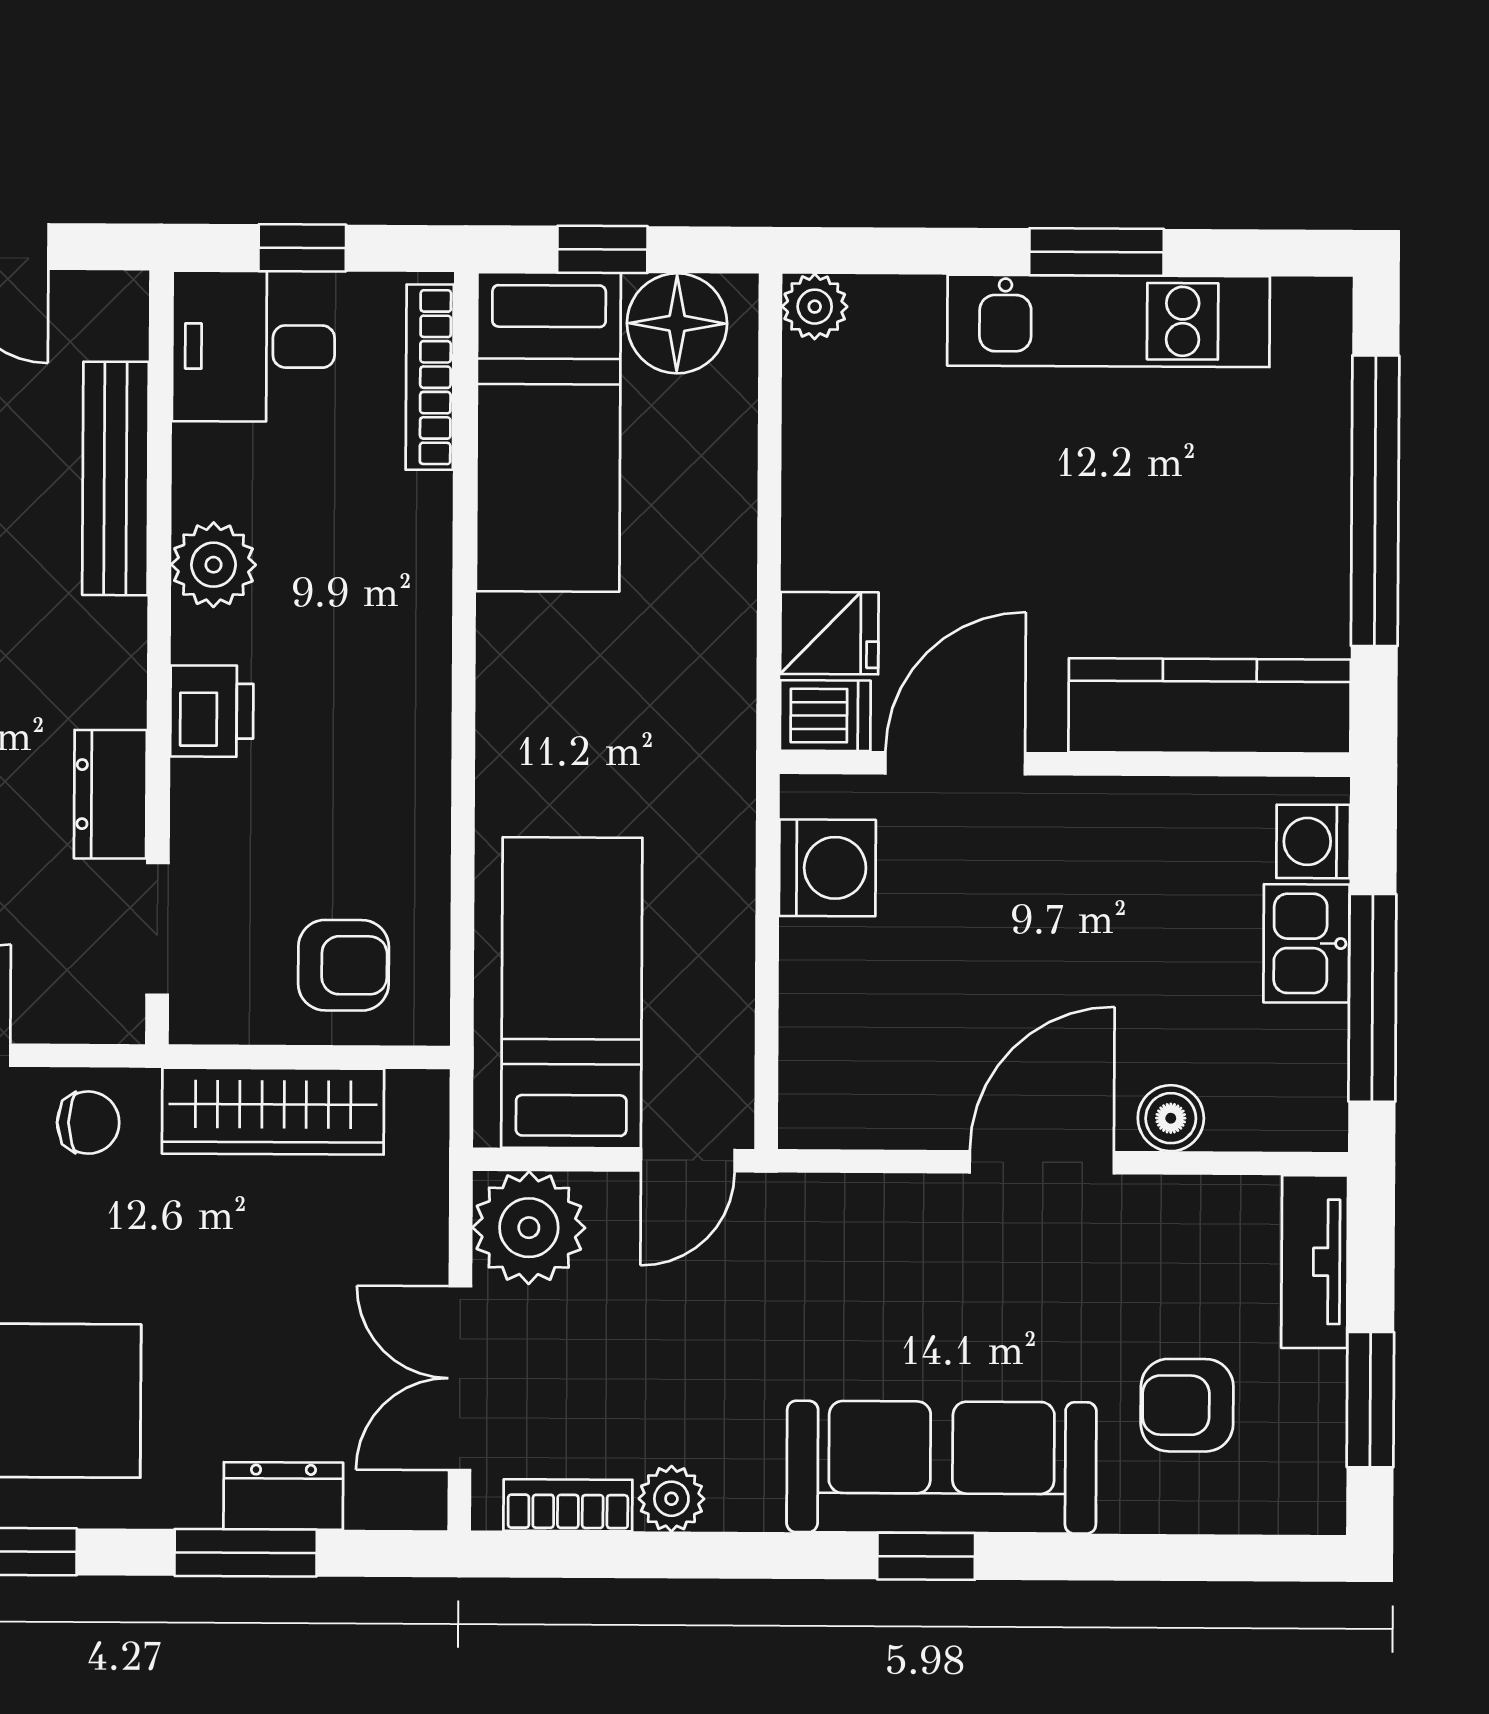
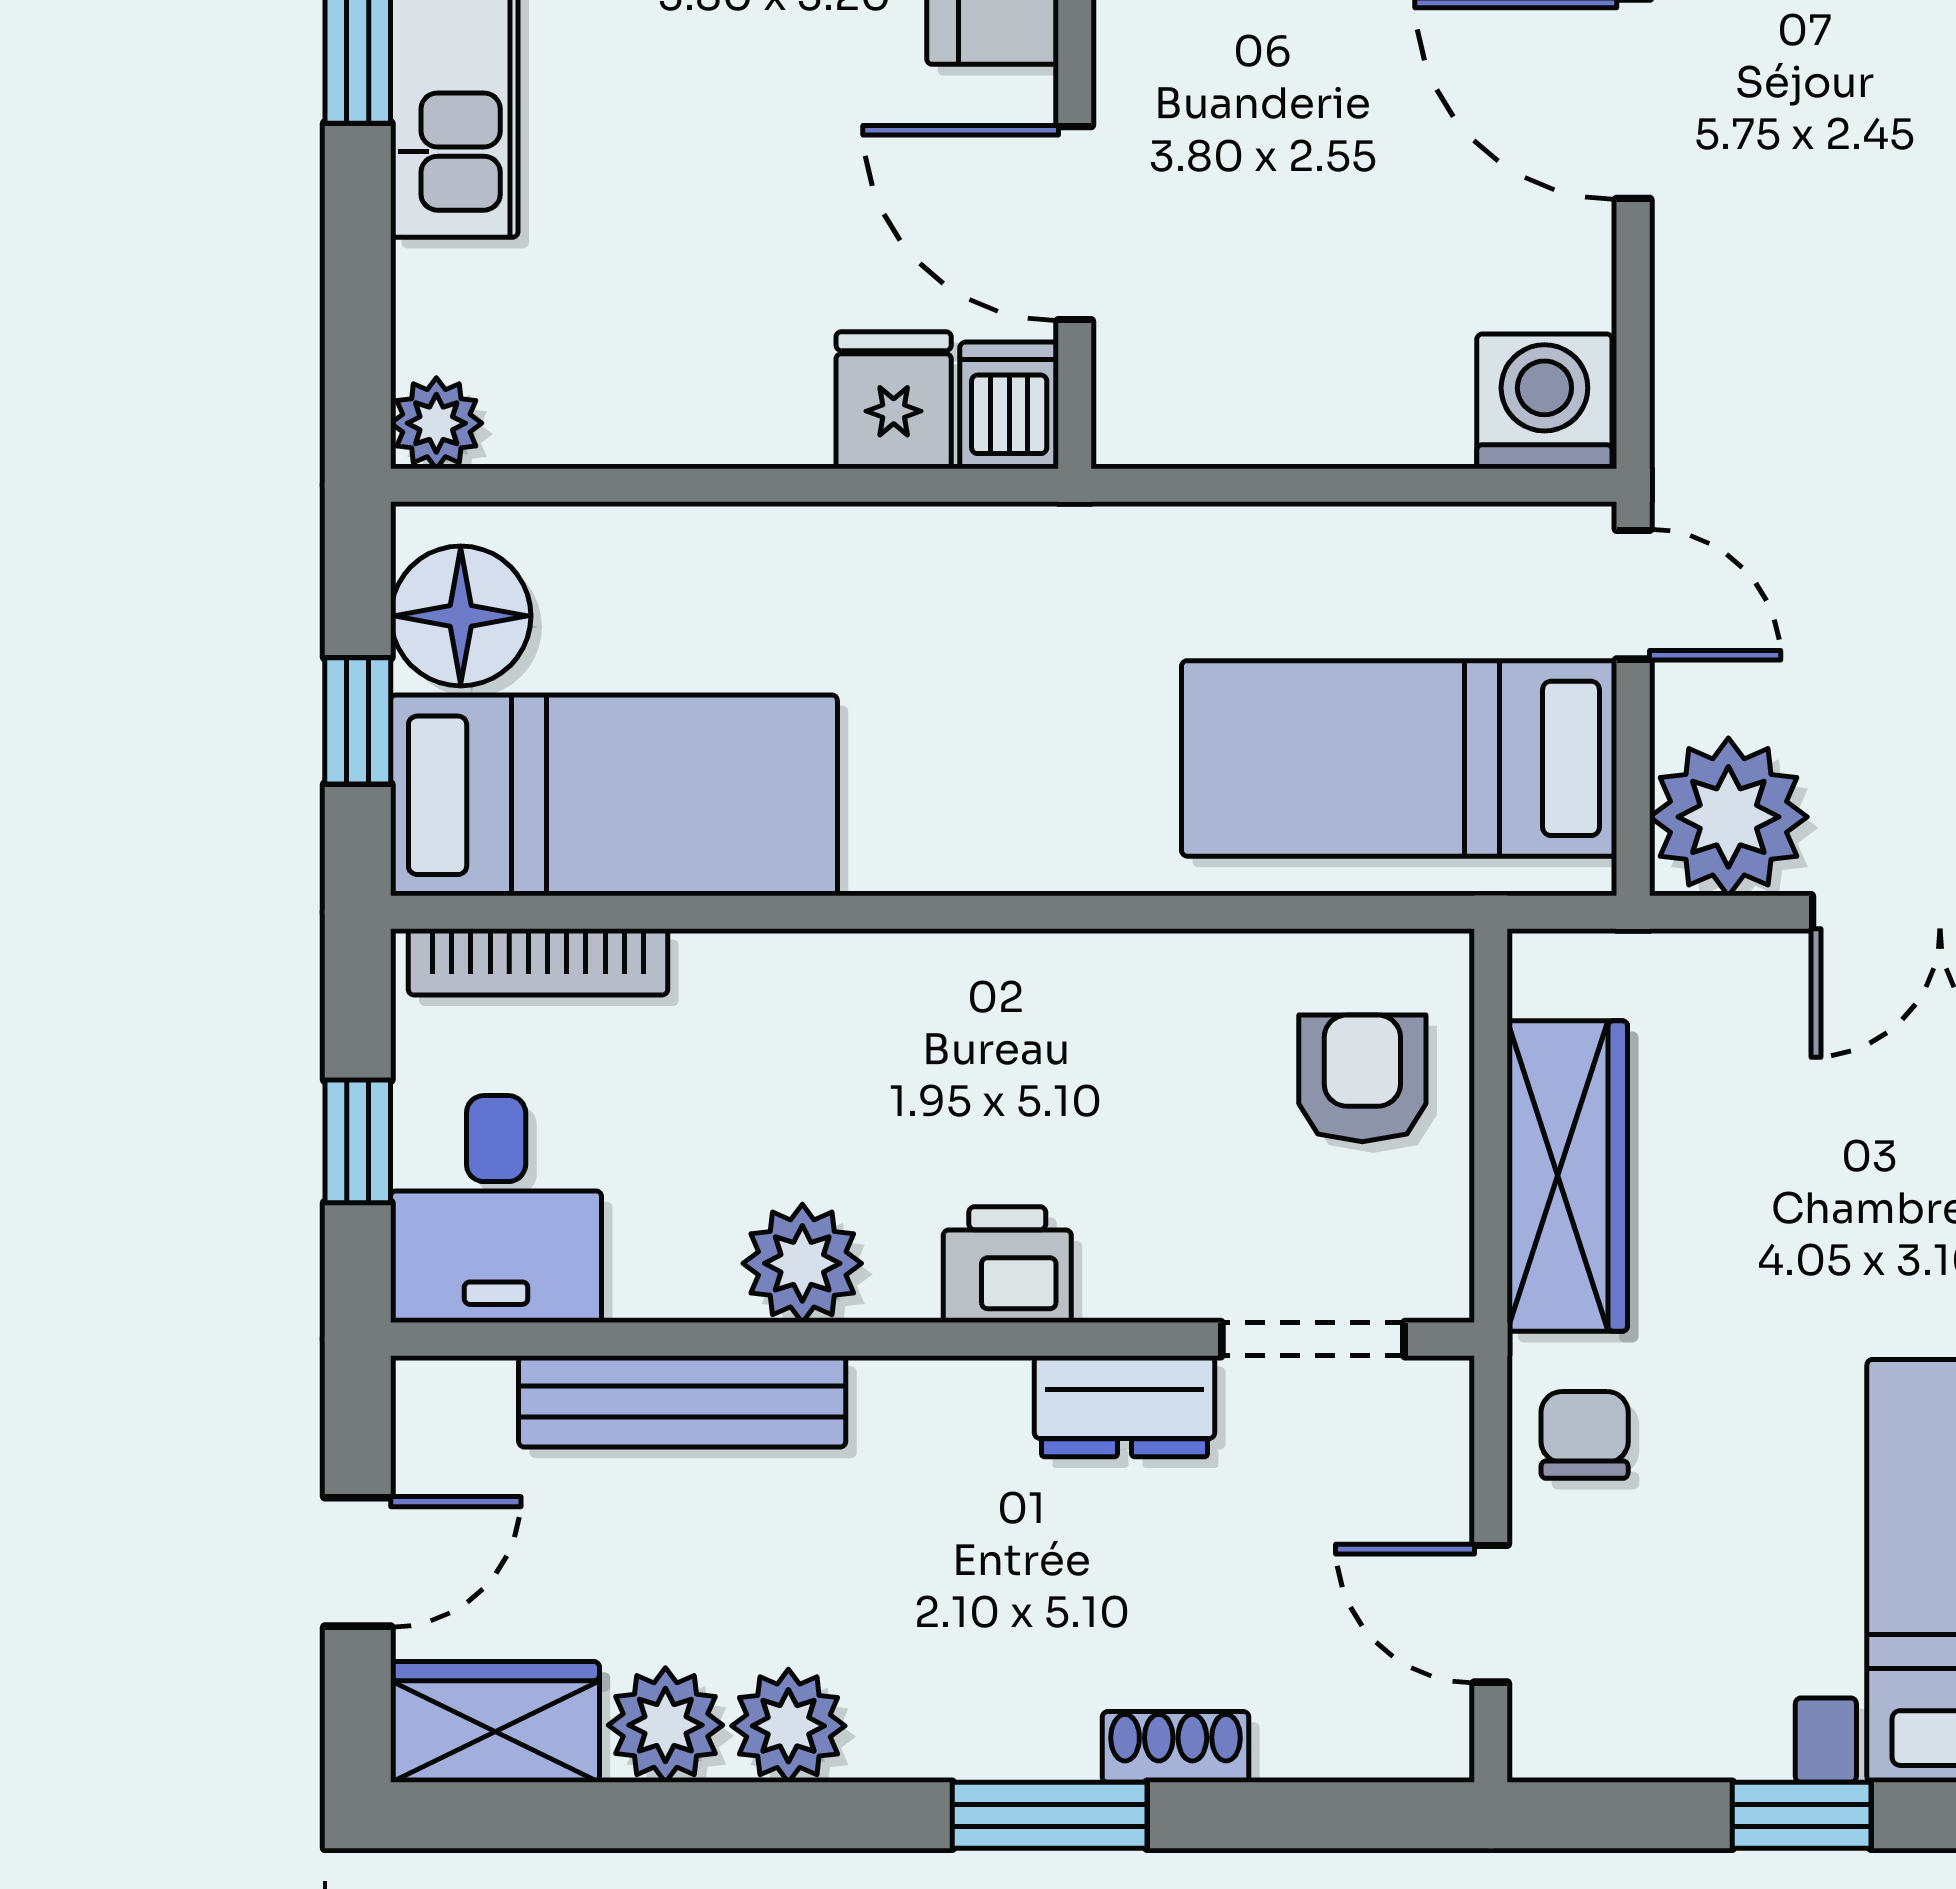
washing machine: (827, 868) -> (1544, 401), moved

